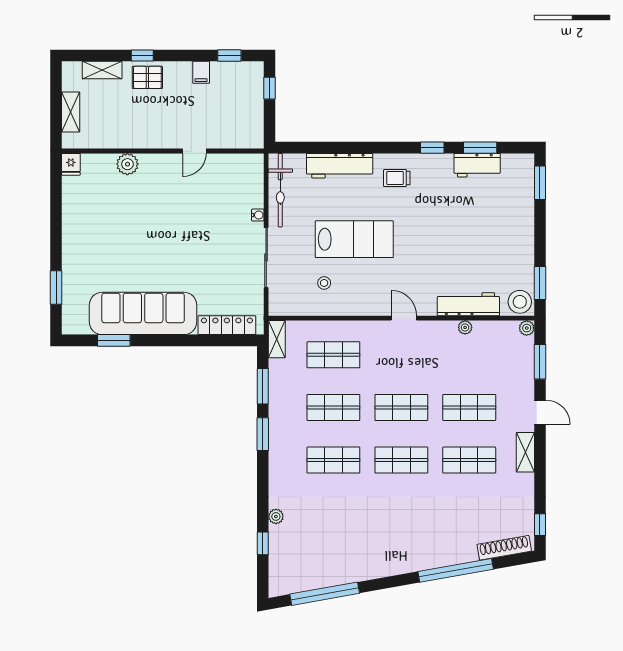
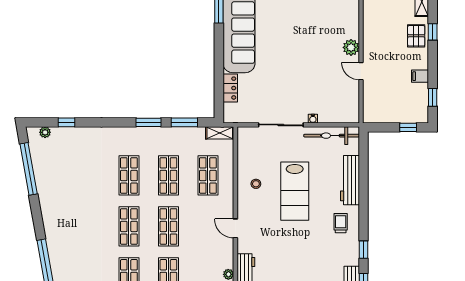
plant: (127, 164) -> (351, 47), moved
stool: (324, 283) -> (256, 184), moved
door: (404, 318) -> (235, 228), swing flipped
locker: (227, 325) -> (230, 88), width x0.66
plant: (276, 516) -> (45, 132), moved

